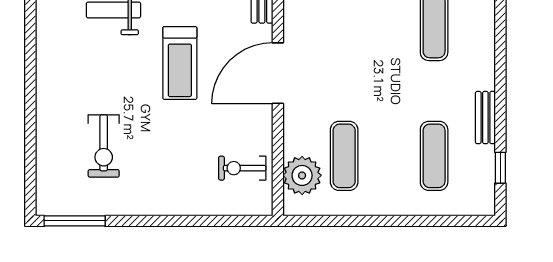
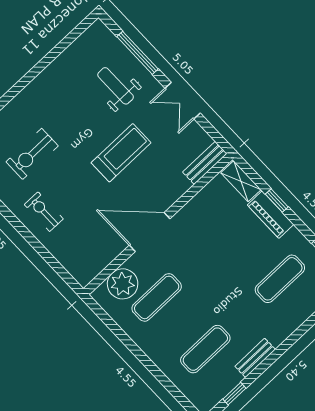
treadmill: (180, 63) -> (121, 153), turned 180
door: (278, 73) -> (150, 232), moved
exercise bike: (242, 168) -> (44, 212), moved

